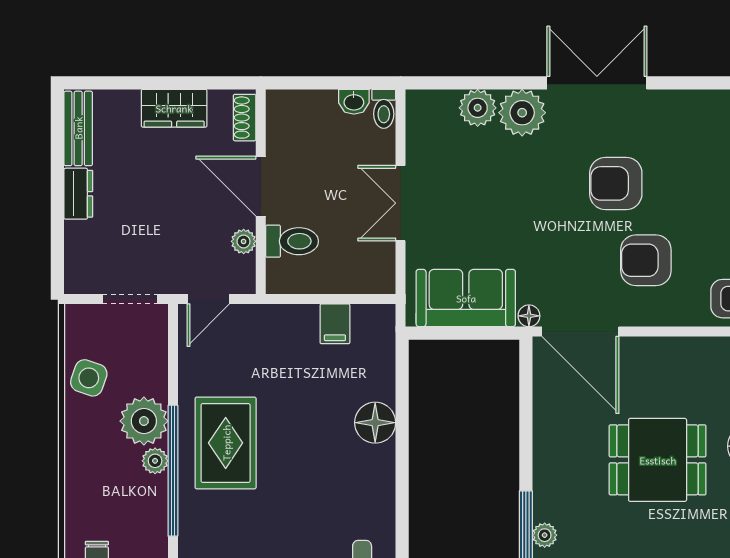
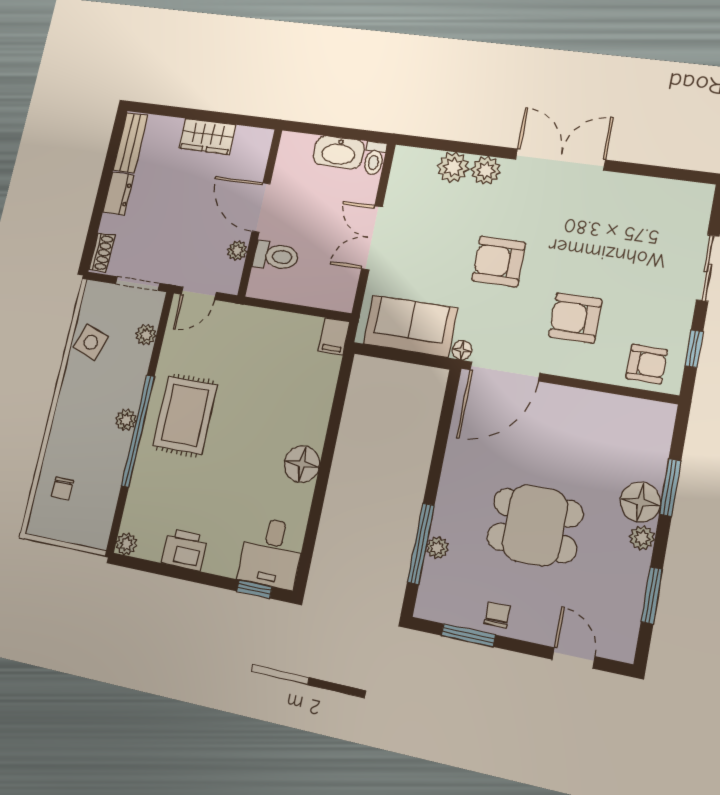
washbasin: (354, 102) -> (339, 152), width x1.91, depth x1.45
plant: (522, 113) -> (486, 170), width x0.73, depth x0.73
shoe rack: (245, 118) -> (102, 252), moved, turned 180
armchair: (616, 183) -> (499, 261), moved
filing cabinet: (335, 324) -> (334, 336), moved
door: (580, 332) -> (505, 371), hinge flipped
plant: (144, 421) -> (146, 335), moved, width x0.53, depth x0.53
floor lamp: (375, 423) -> (302, 464), moved
dining table: (658, 460) -> (535, 525), moved

